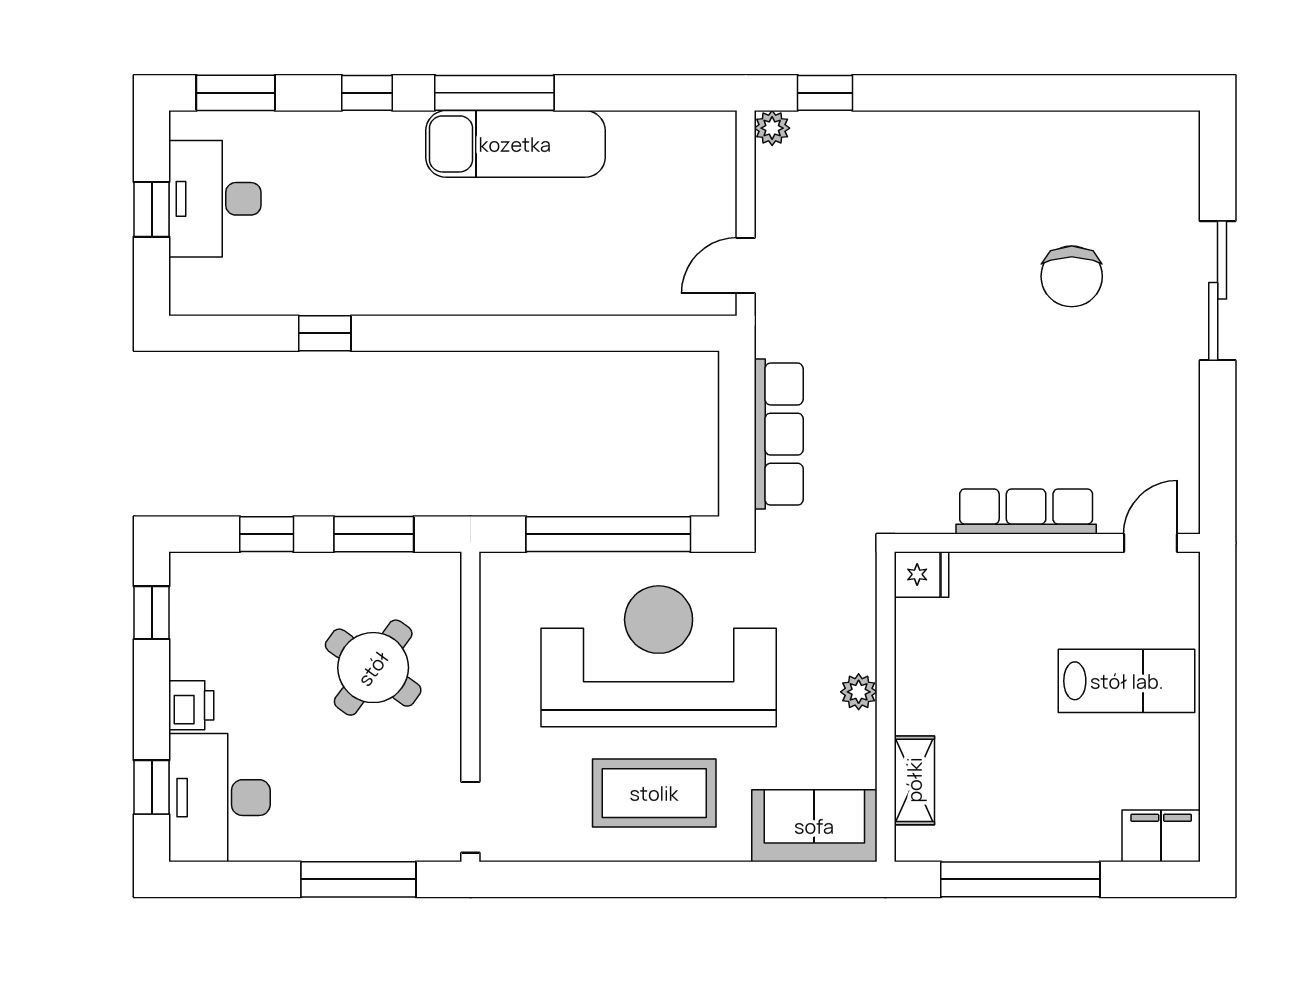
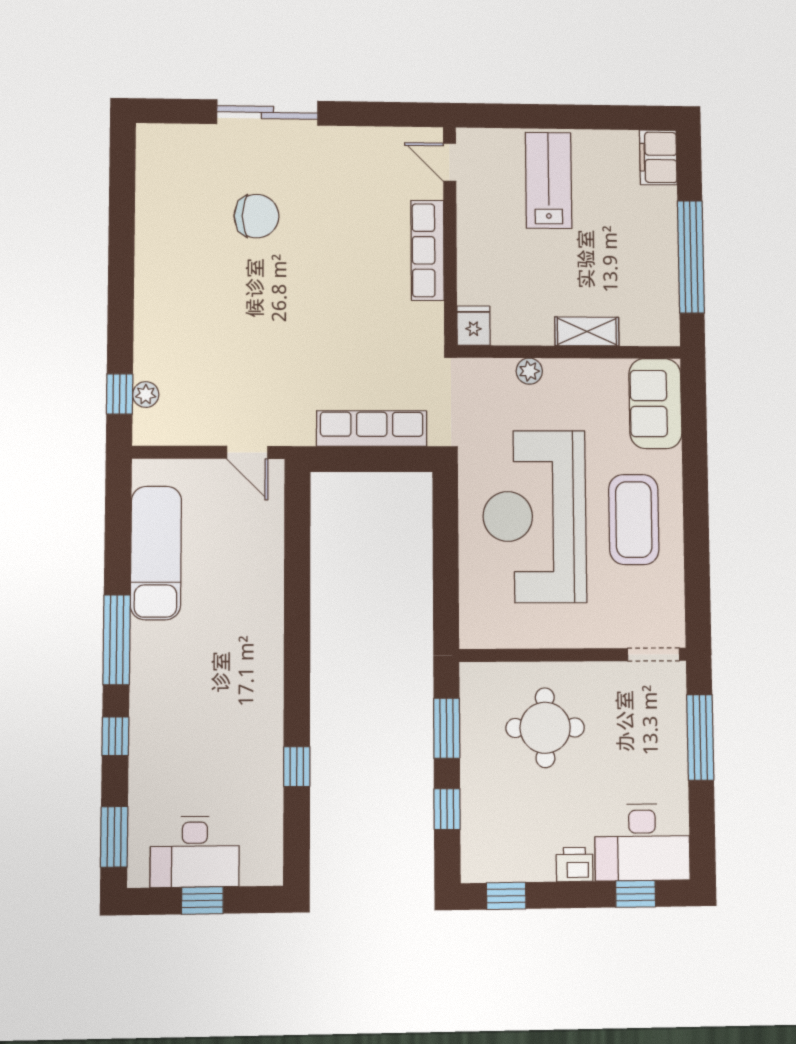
plant: (772, 128) -> (146, 394), moved
exam couch: (515, 144) -> (156, 553), moved
window: (608, 534) -> (446, 554), removed
round table: (373, 668) -> (545, 728), turned -36
plant: (859, 692) -> (529, 371), moved
shelving: (914, 780) -> (587, 331), moved

